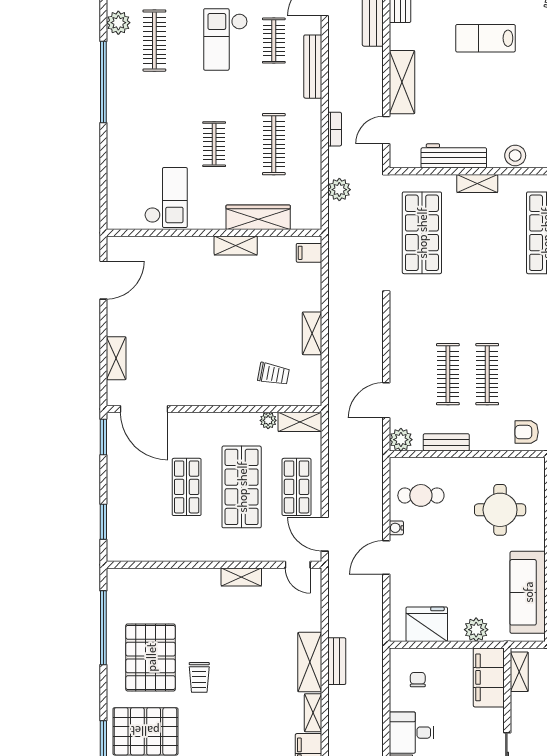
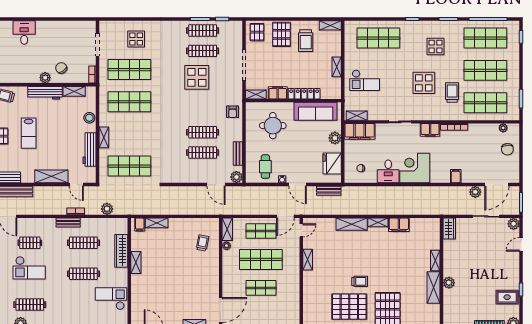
bench: (313, 67) -> (68, 223), moved, width x0.73
clothes rail: (214, 144) -> (83, 274), width x1.36
shelving: (312, 333) -> (157, 223), moved
bench: (337, 661) -> (329, 191), moved

